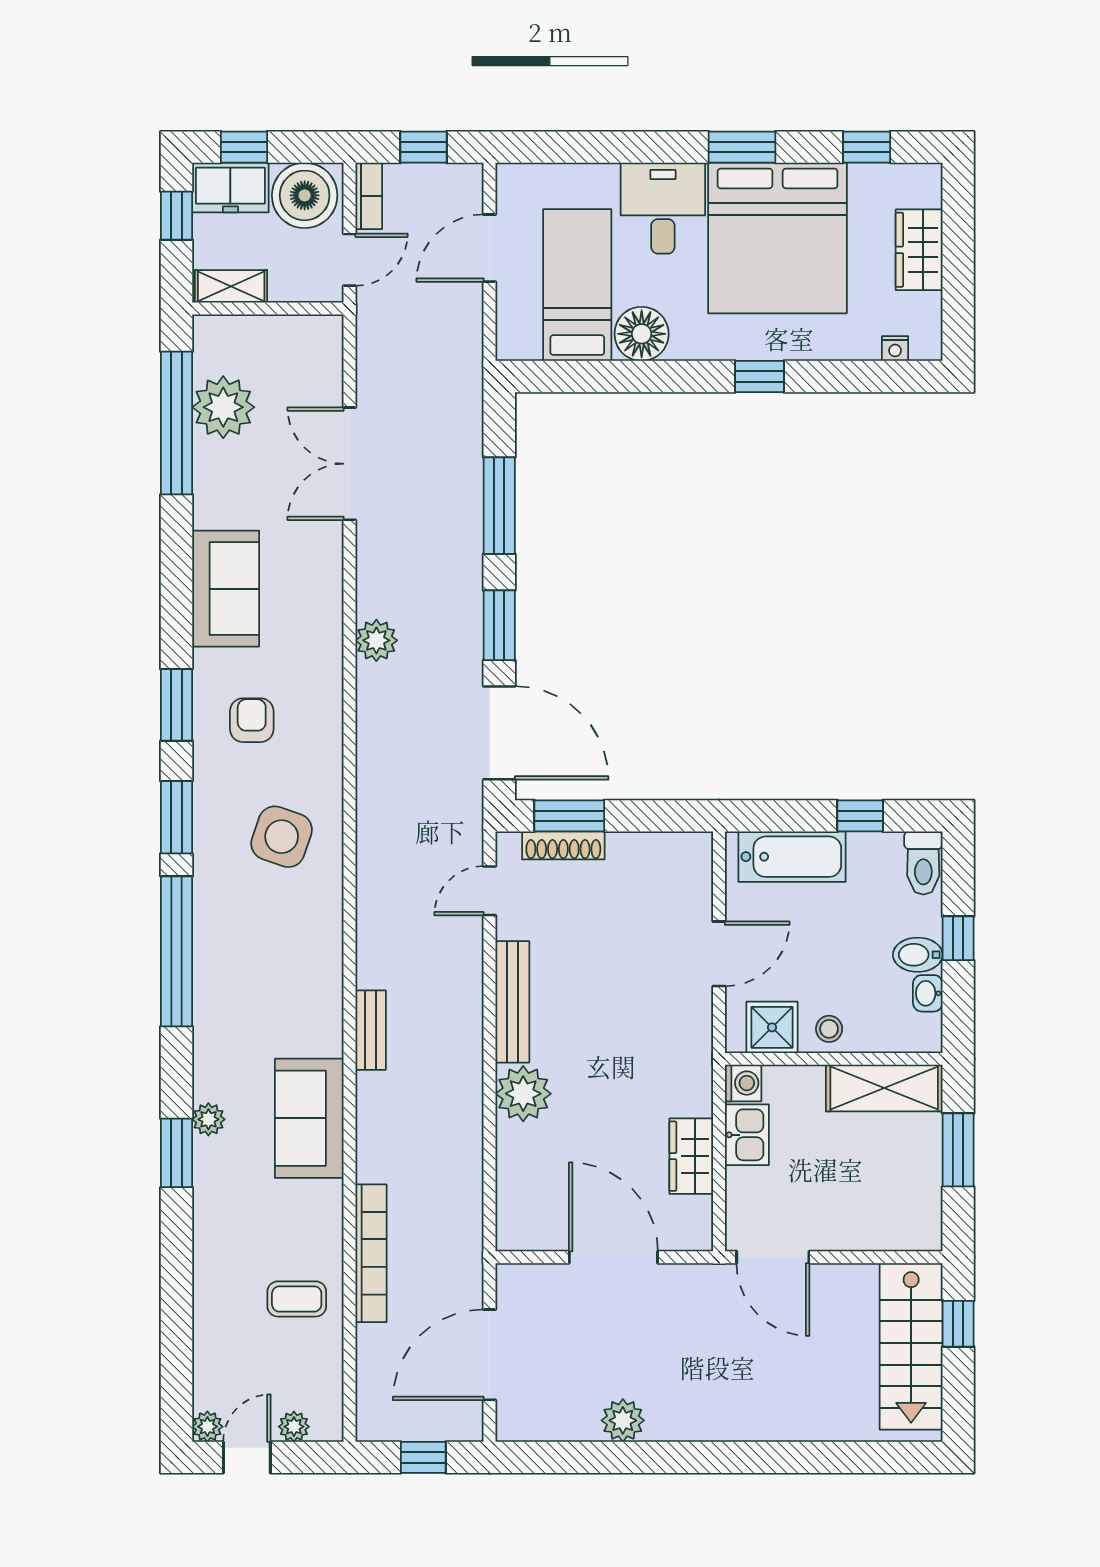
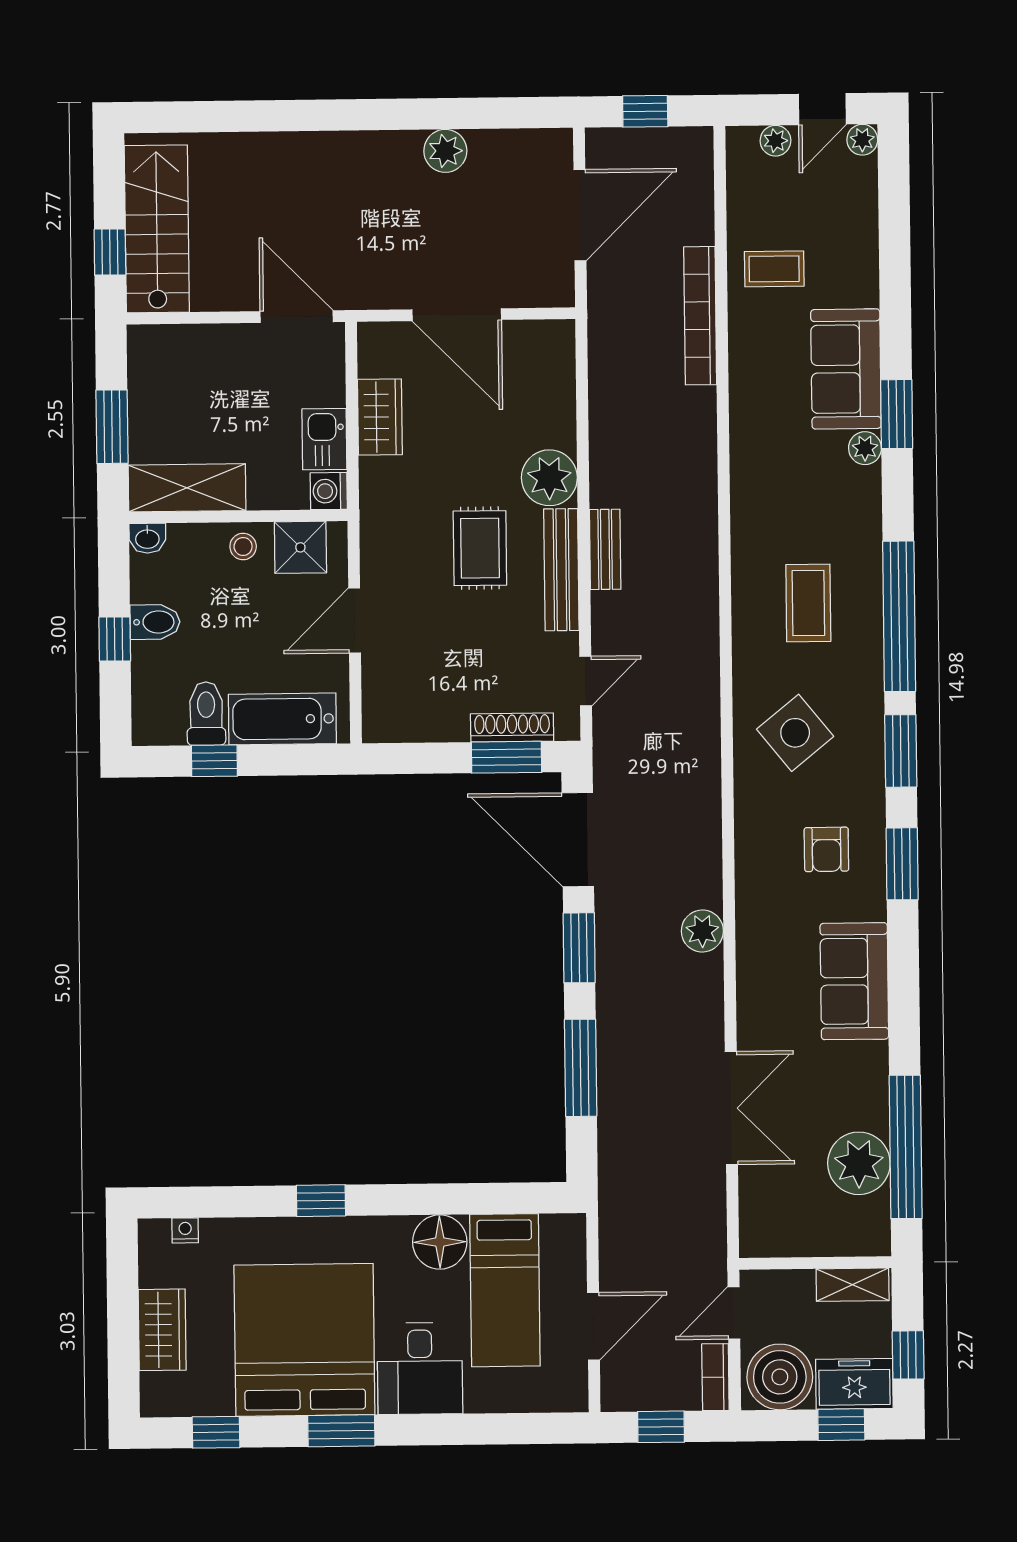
side table: (282, 837) -> (795, 733), turned 32
toilet: (923, 863) -> (206, 714), moved
coffee table: (267, 966) -> (808, 603), added
washbasin: (928, 993) -> (147, 538), moved, turned 90
rug: (593, 1024) -> (480, 548), added
bench: (371, 1030) -> (605, 549), moved
sofa: (309, 1118) -> (846, 369), moved, turned 180

